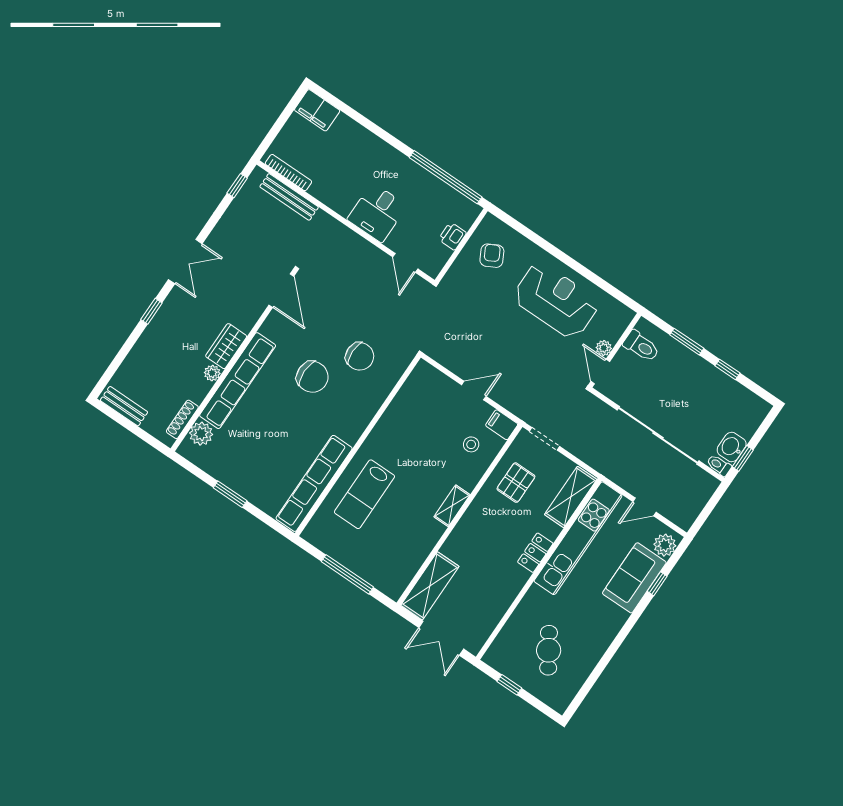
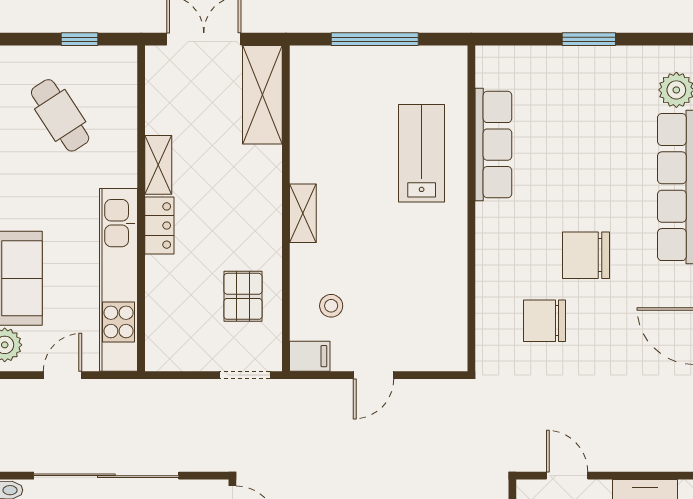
row of seats: (314, 483) -> (493, 145), width x0.73
shelving: (571, 497) -> (158, 165), moved, width x0.67, depth x0.75

